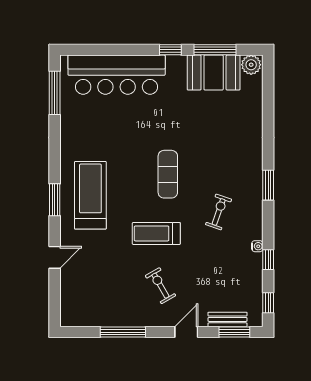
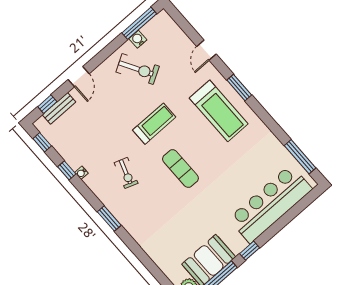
exercise bike: (160, 286) -> (138, 69), moved, width x1.38, depth x1.39
water cooler: (106, 319) -> (138, 39), added
window: (123, 332) -> (139, 23), moved
window: (234, 332) -> (47, 104), width x0.67

